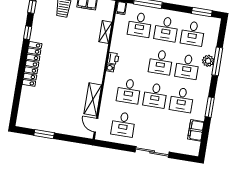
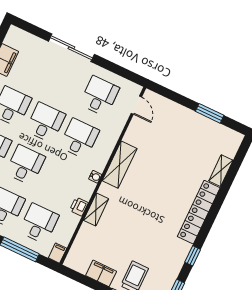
shelving: (105, 32) -> (96, 210), moved
printer: (113, 58) -> (79, 207), moved
shelving: (25, 97) -> (221, 171), added
shelving: (93, 99) -> (120, 165), moved

